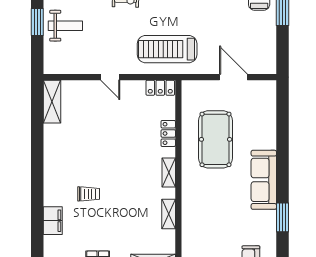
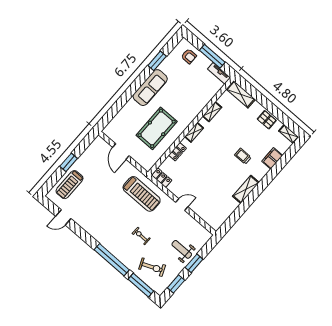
door: (110, 77) -> (182, 205), hinge flipped
shelving: (52, 102) -> (246, 189), moved

